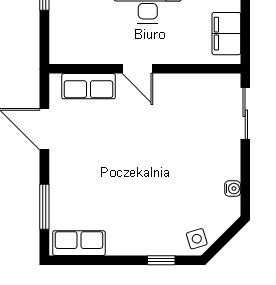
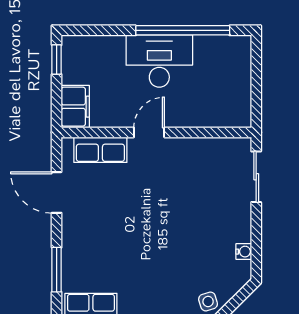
filing cabinet: (226, 34) -> (75, 107), moved, turned 180
door: (137, 69) -> (149, 132), swing flipped

